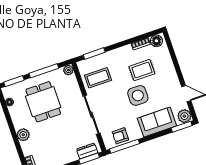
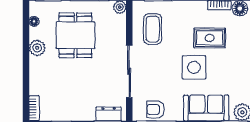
coffee table: (98, 78) -> (153, 29), turned 90
plant: (23, 135) -> (37, 48), moved

